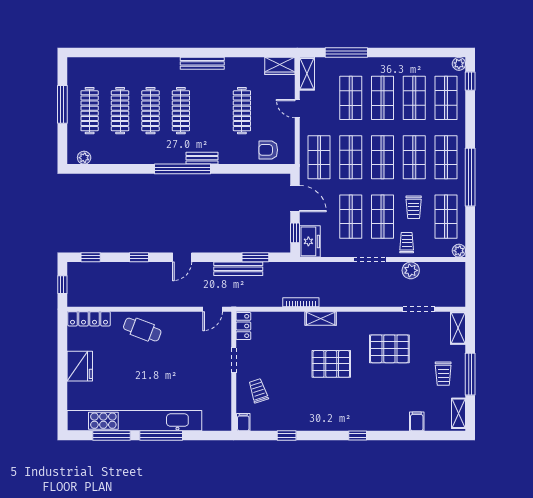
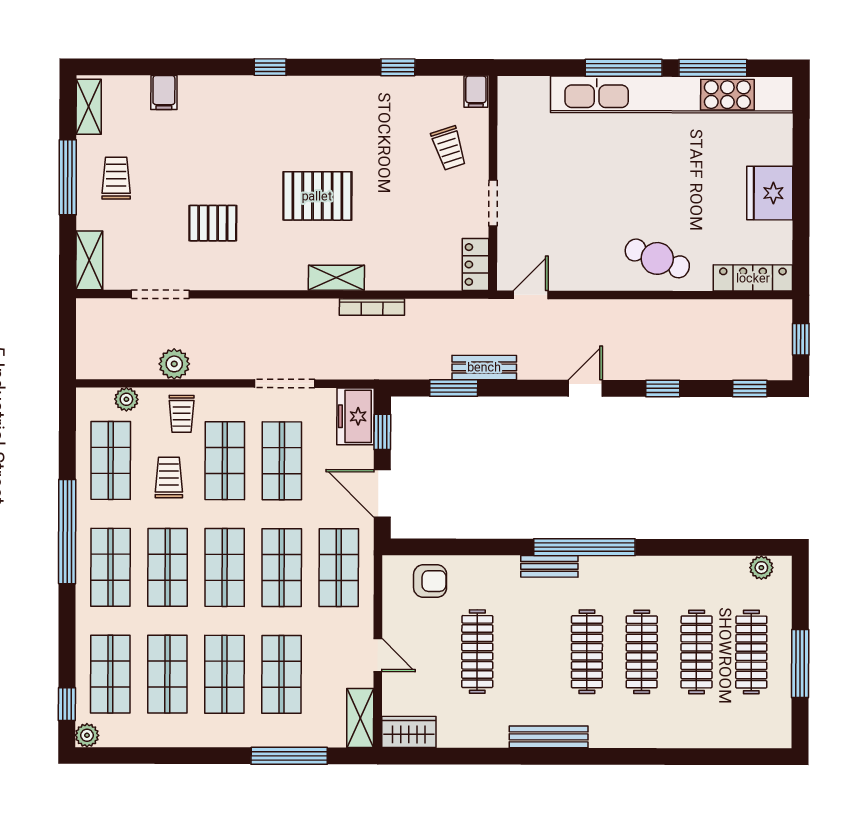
plant: (459, 251) -> (126, 399), moved
doorway: (370, 260) -> (285, 384), moved
bench: (238, 269) -> (484, 367), width x0.73
pallet: (389, 349) -> (213, 223), width x0.67, depth x0.71

